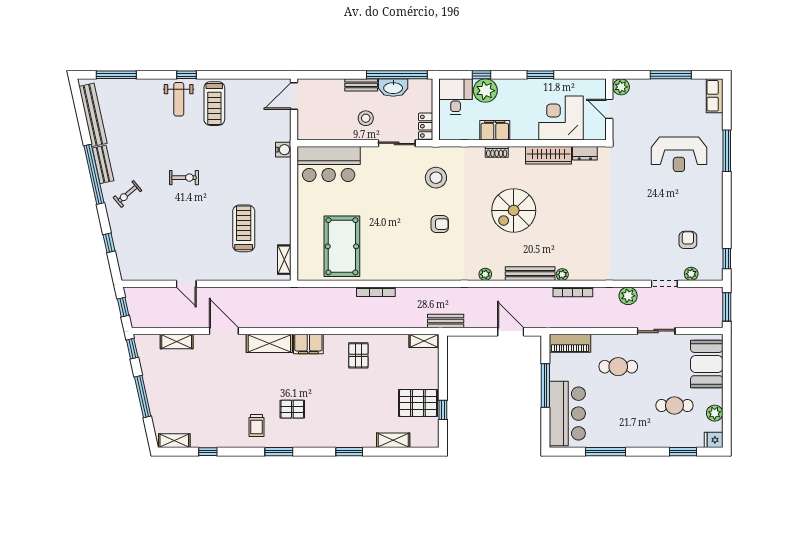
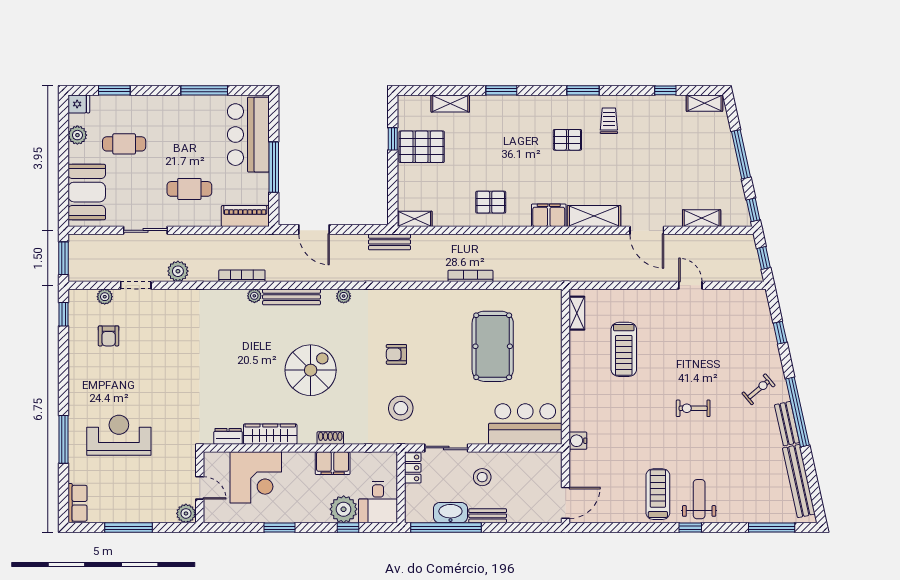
pool table: (342, 246) -> (493, 346), moved
pallet: (358, 355) -> (491, 202), turned 90

